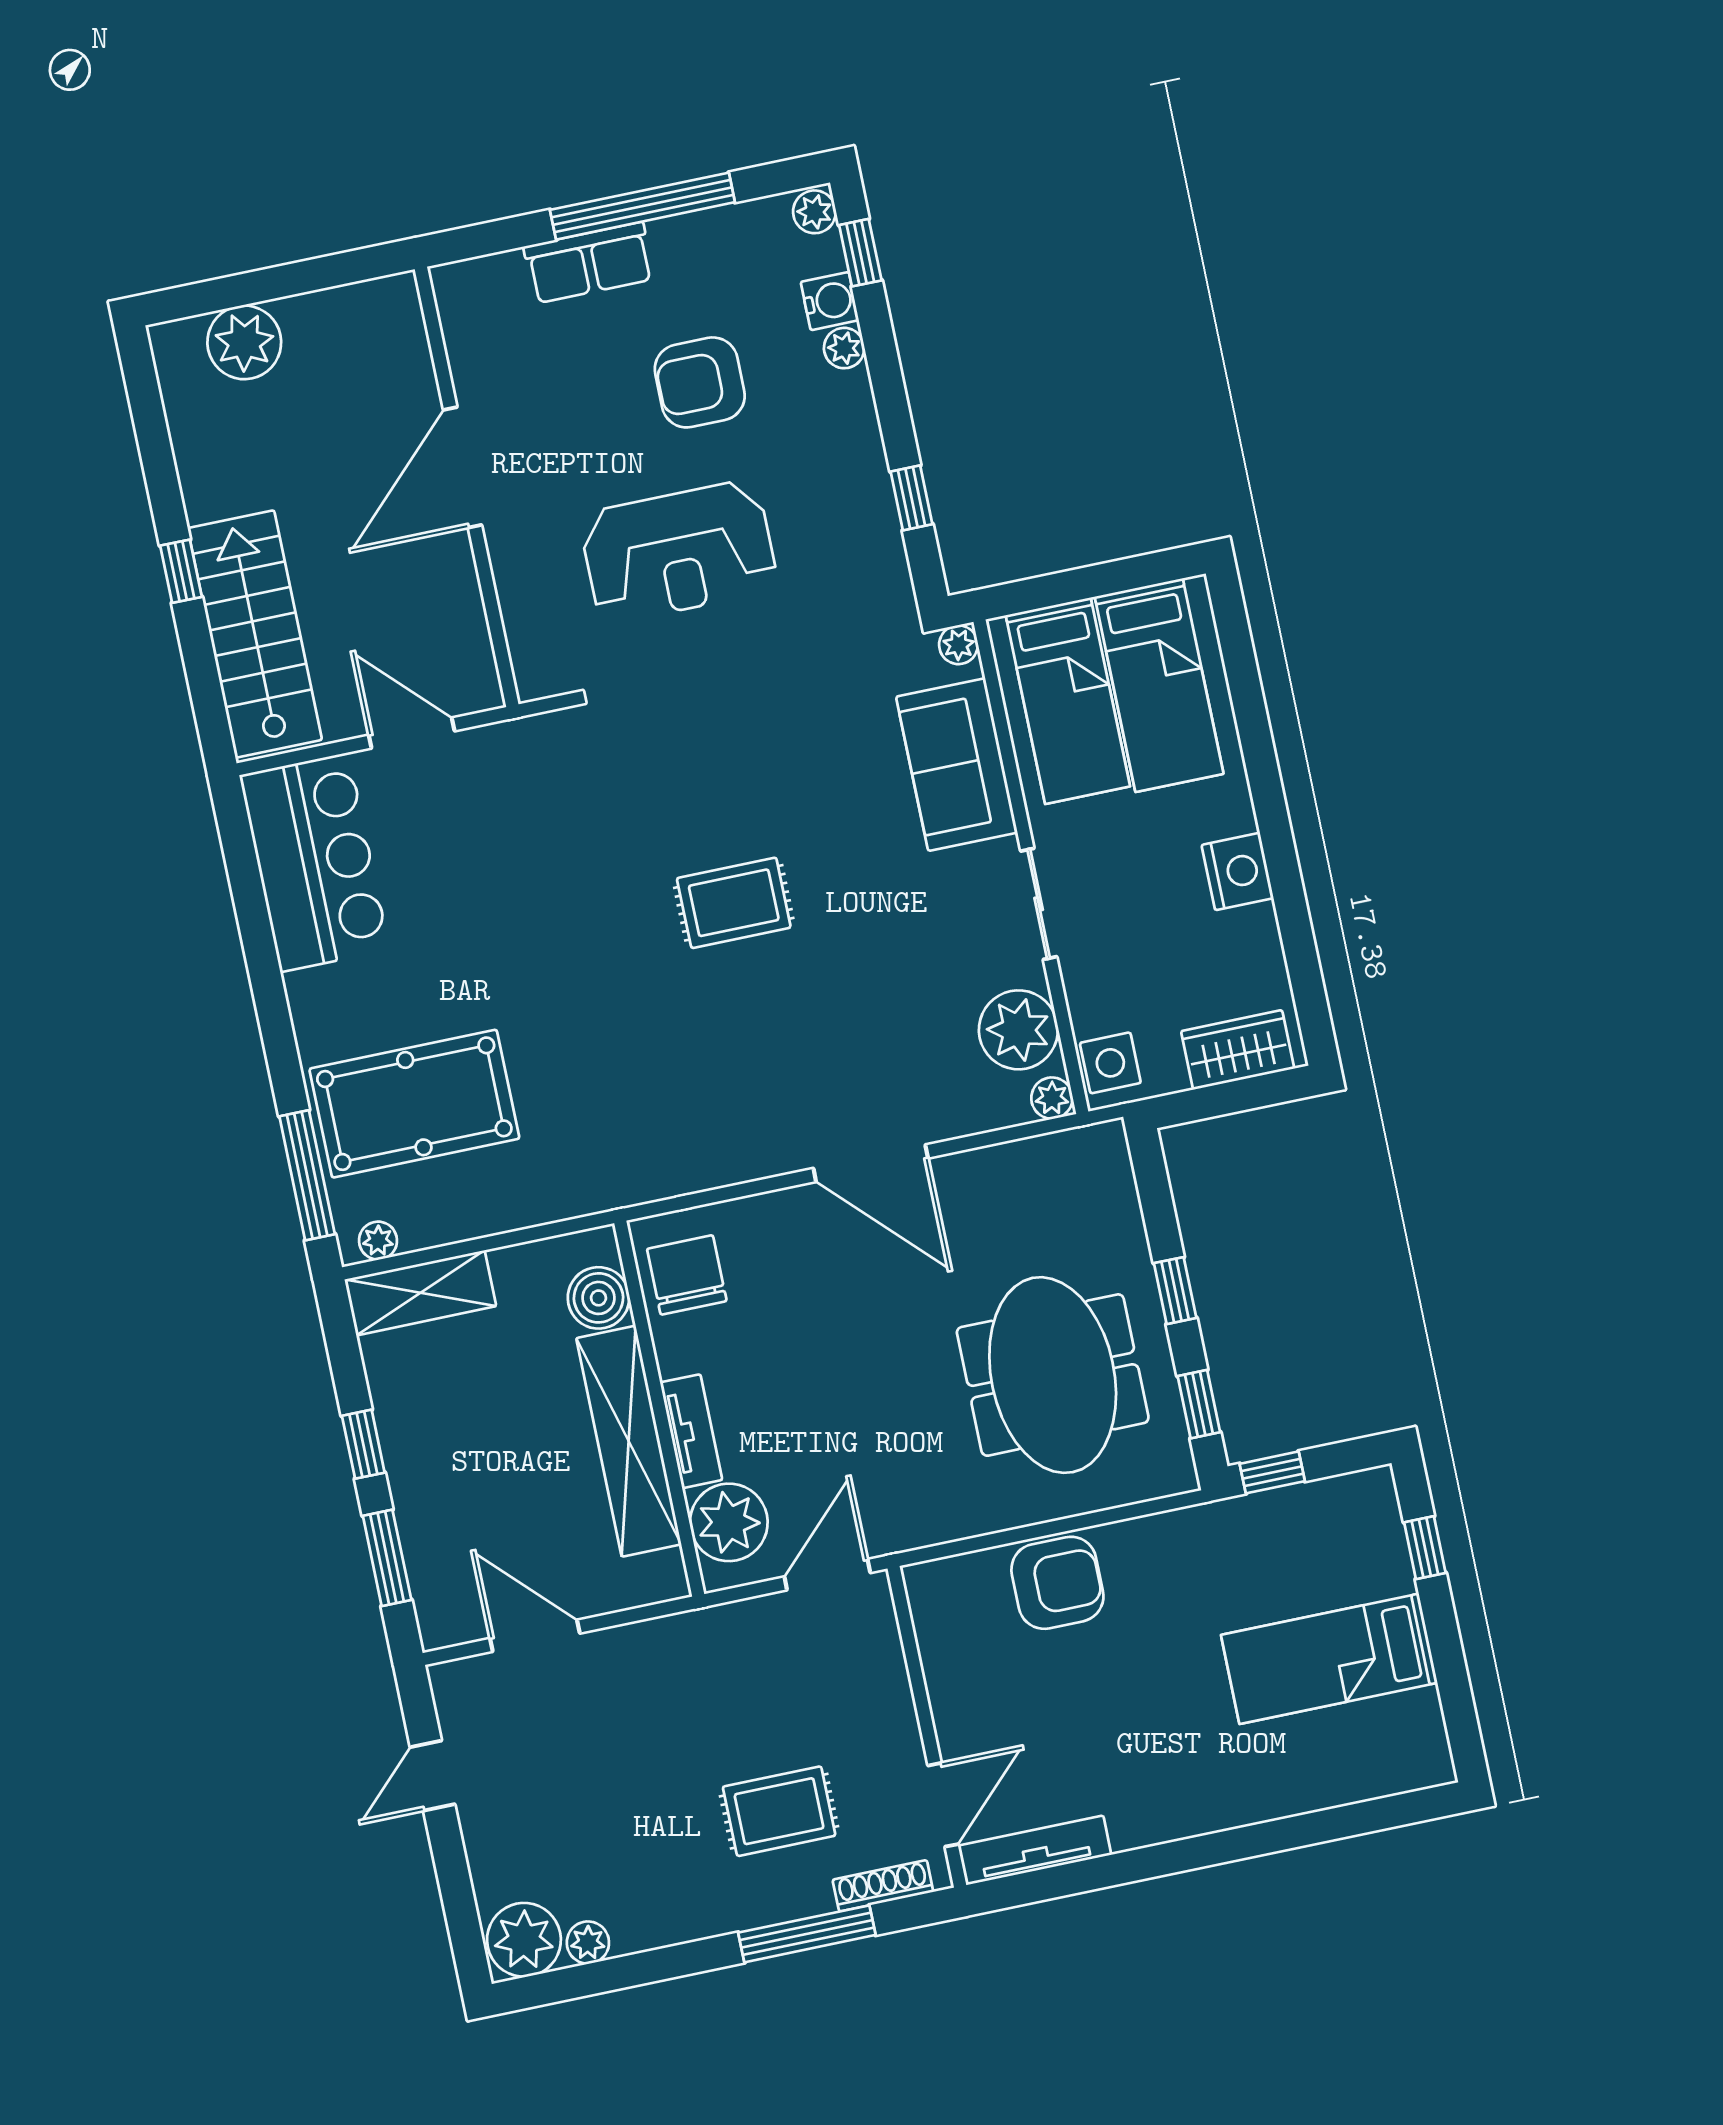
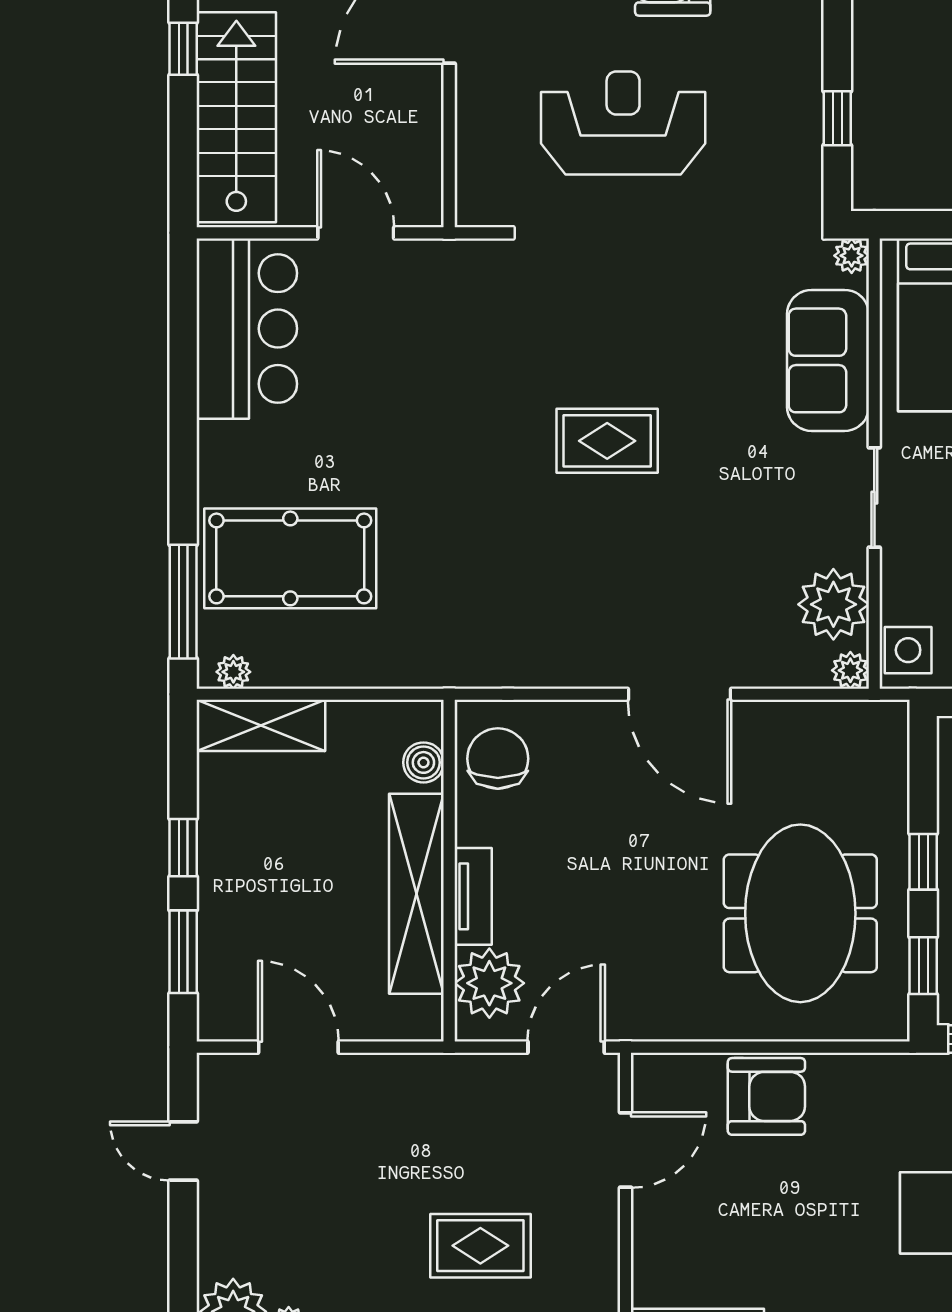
reception desk: (679, 552) -> (623, 123), turned 180
boiler: (598, 1298) -> (423, 762), width x0.73, depth x0.73
door: (433, 1776) -> (183, 1151), hinge flipped
door: (943, 1805) -> (626, 1150), moved

